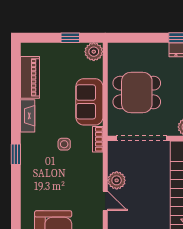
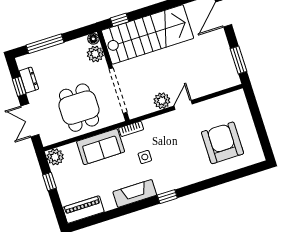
double door: (140, 38) -> (30, 120), added
piano: (30, 77) -> (83, 210), moved
fireplace: (28, 116) -> (135, 193), width x1.37, depth x1.32

